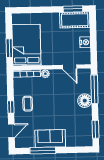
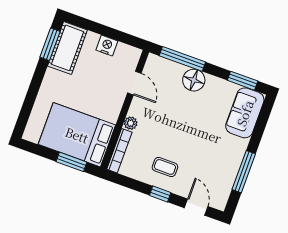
door: (70, 67) -> (134, 83), hinge flipped
sofa: (50, 138) -> (245, 113), moved

